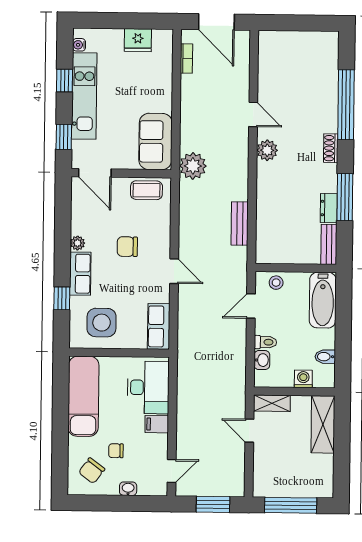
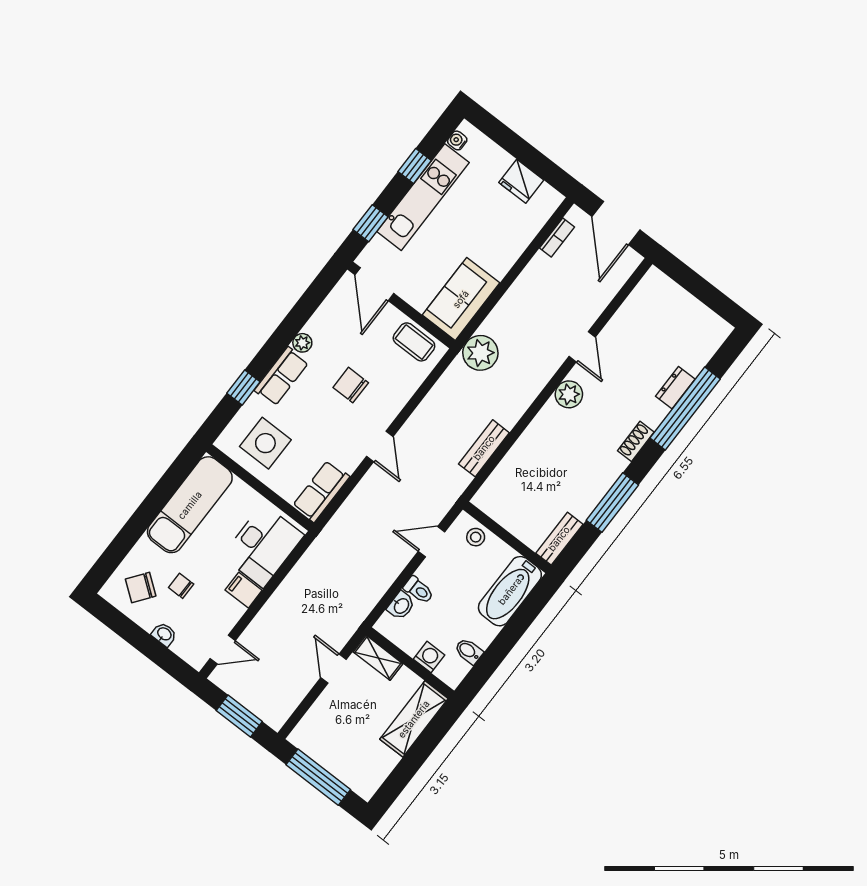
dresser: (329, 208) -> (675, 388), moved

